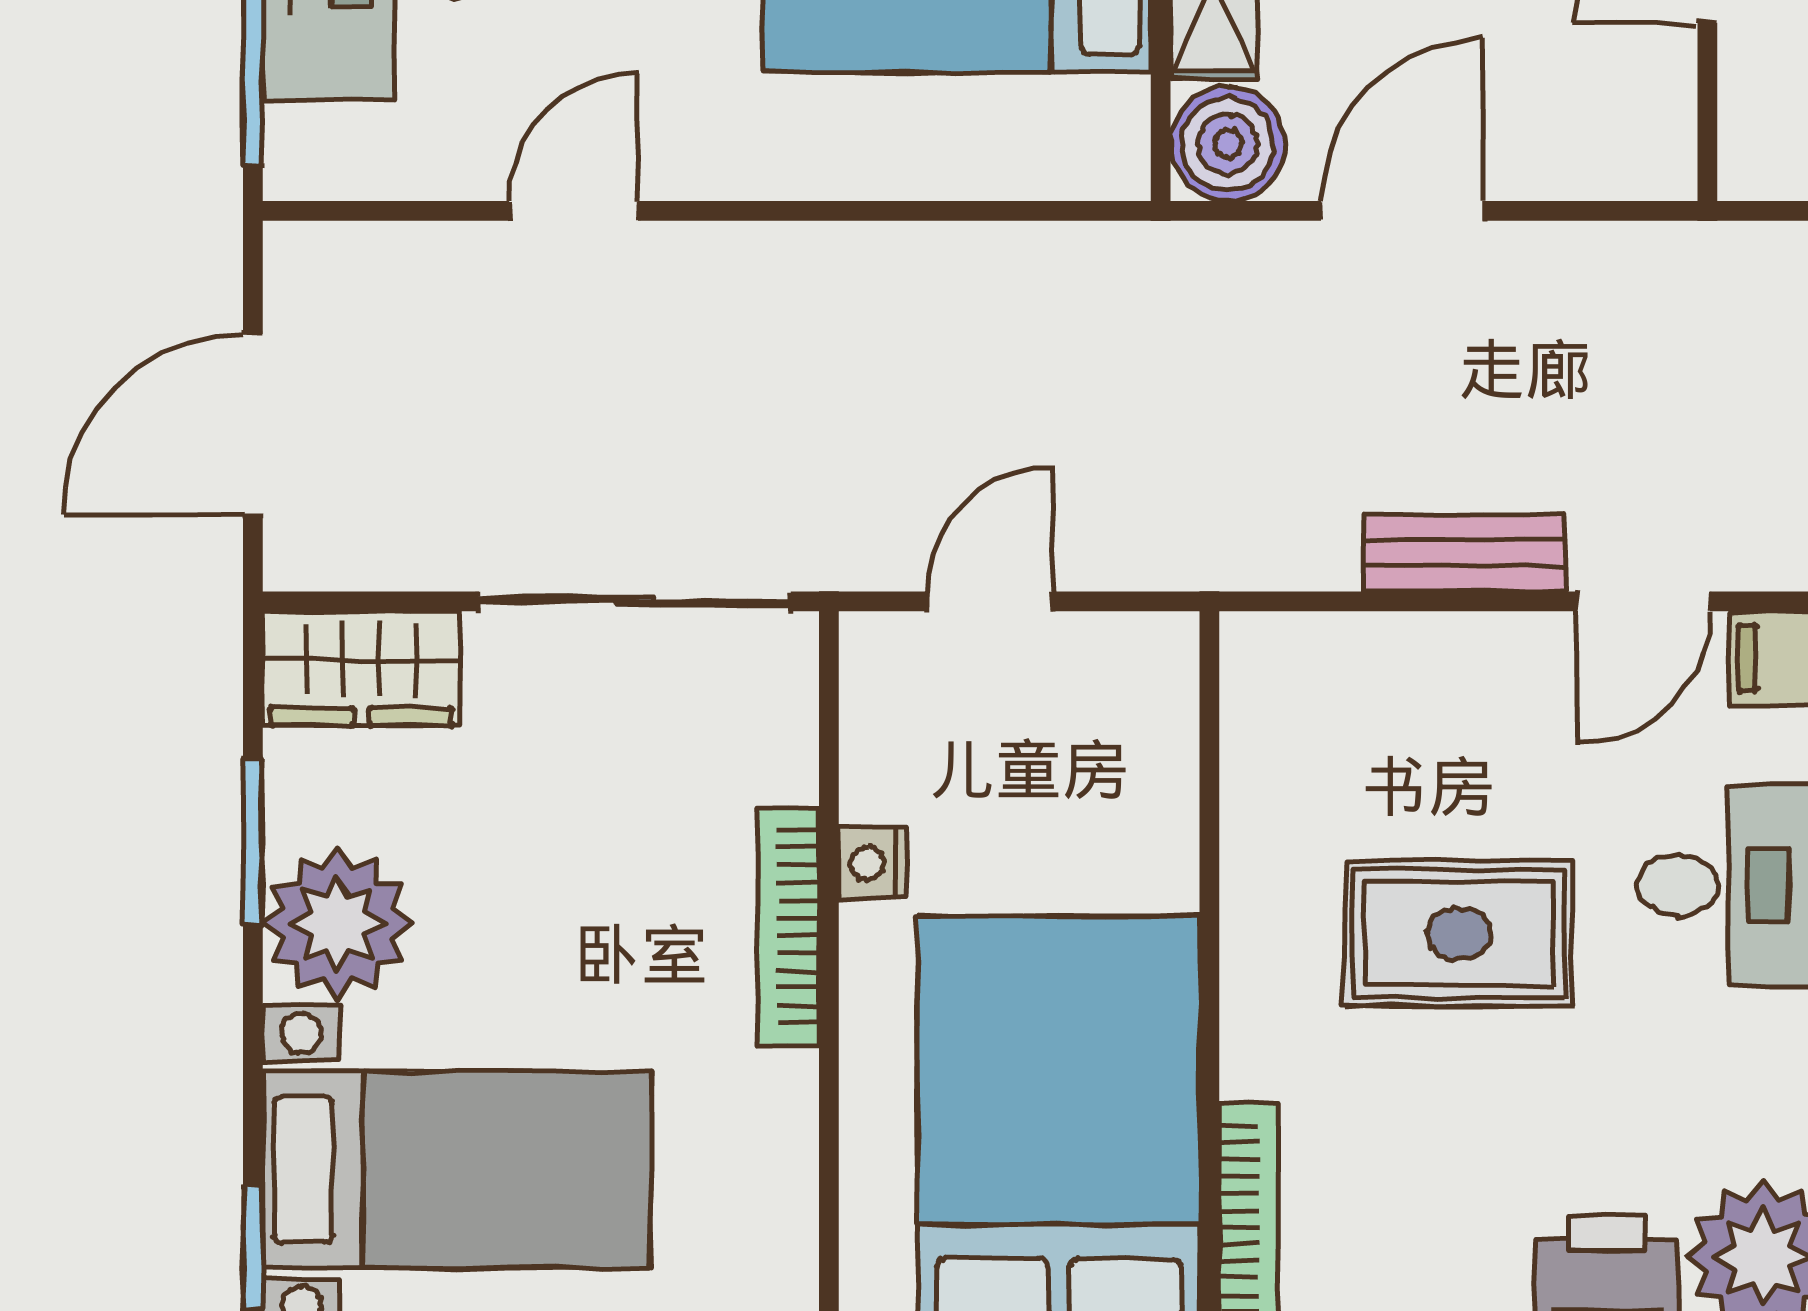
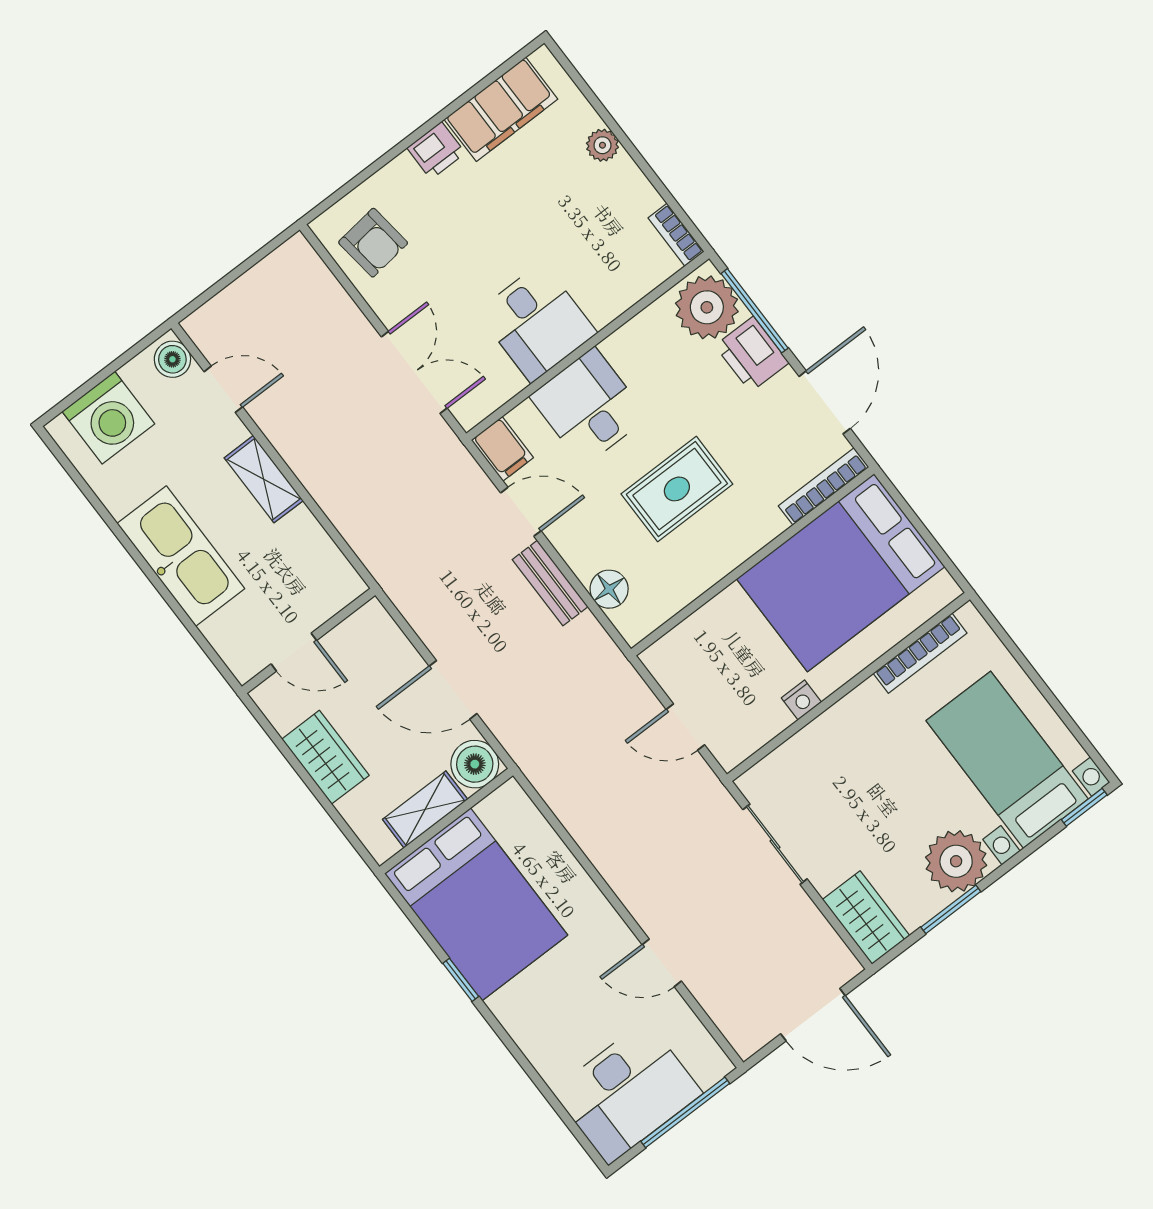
sliding door: (635, 601) -> (775, 844), width x0.73
floor lamp: (1366, 657) -> (609, 589), added
bookcase: (788, 927) -> (920, 653), moved
rug: (1459, 934) -> (677, 489), turned 90

